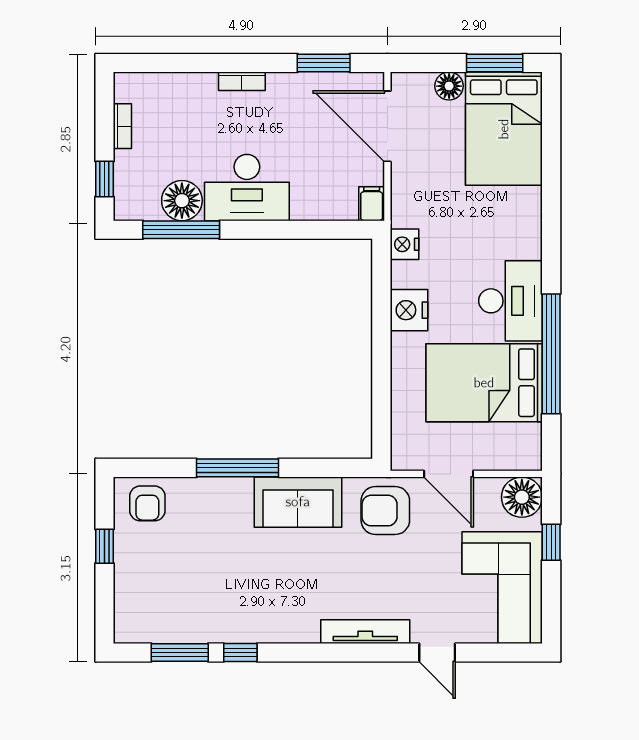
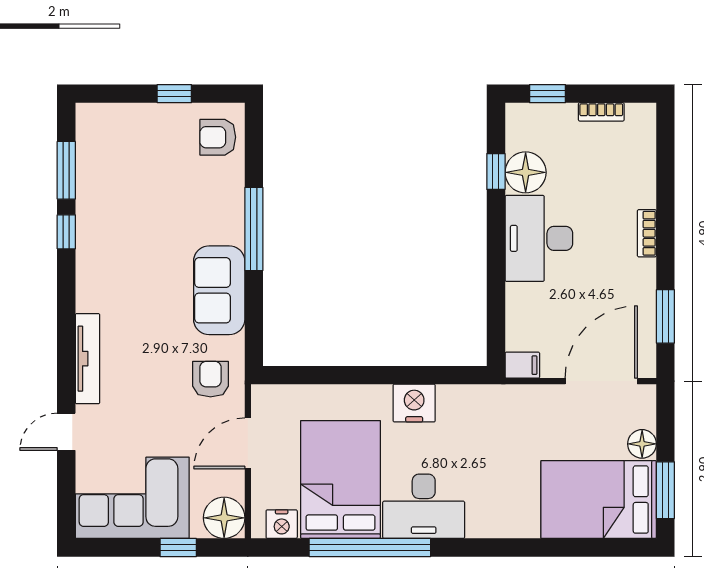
window: (181, 230) -> (496, 172), width x0.46
nightstand: (404, 244) -> (282, 524), moved, turned 180
armchair: (385, 511) -> (211, 379), width x0.72, depth x0.72

